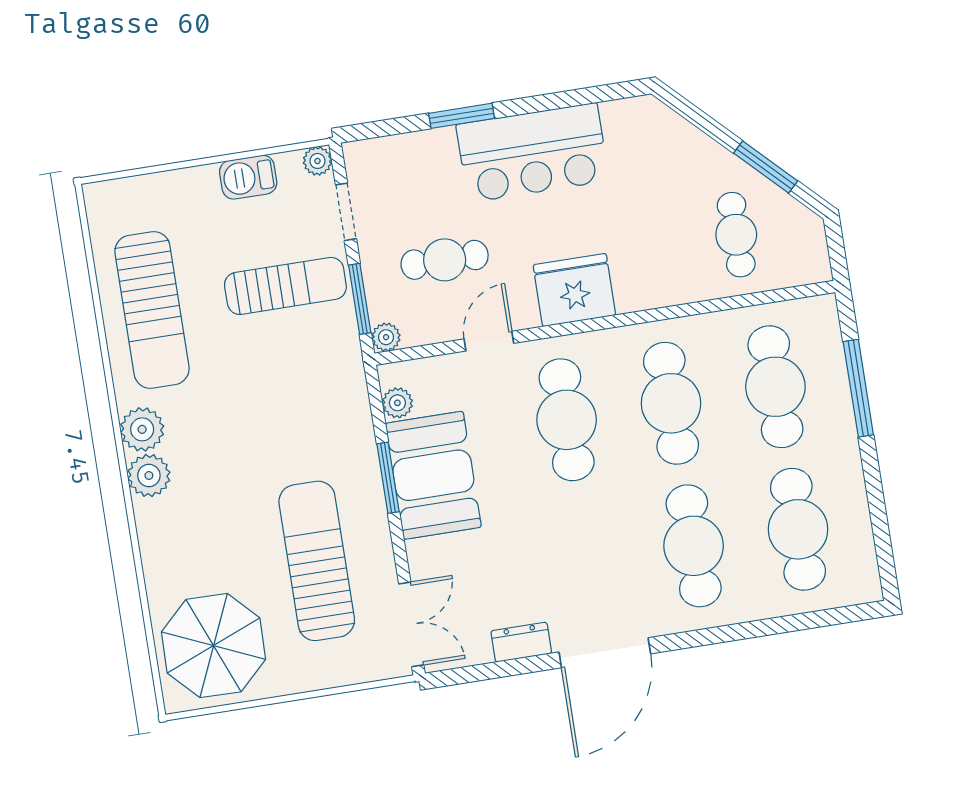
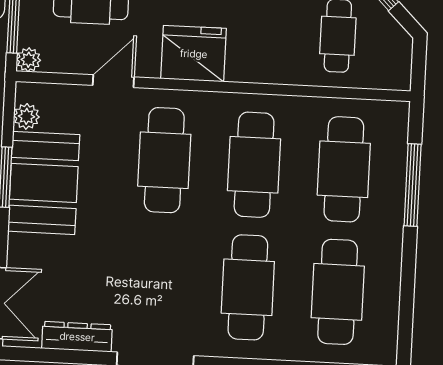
dresser: (521, 642) -> (77, 337), width x1.44

